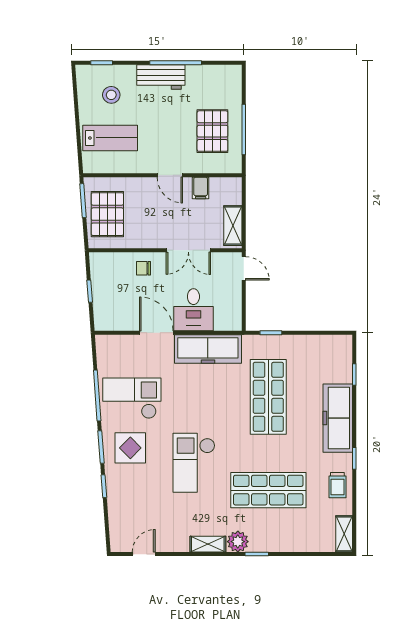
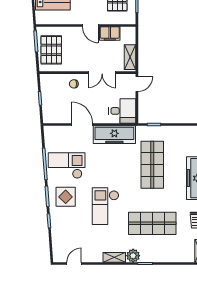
filing cabinet: (201, 188) -> (110, 33), width x2.00
door: (244, 268) -> (137, 84), hinge flipped
desk: (193, 310) -> (122, 111), moved, turned -90

